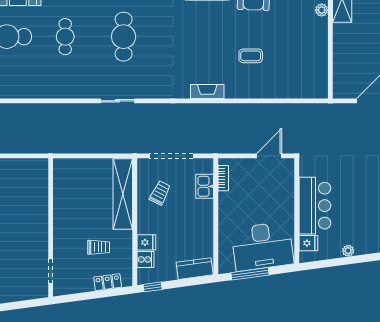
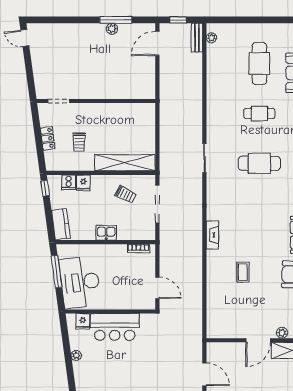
door: (330, 38) -> (258, 340), added
kitchen sink: (205, 186) -> (106, 233), moved
locker: (108, 282) -> (48, 138), moved

